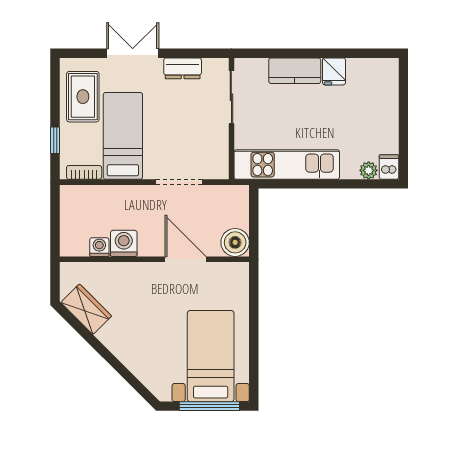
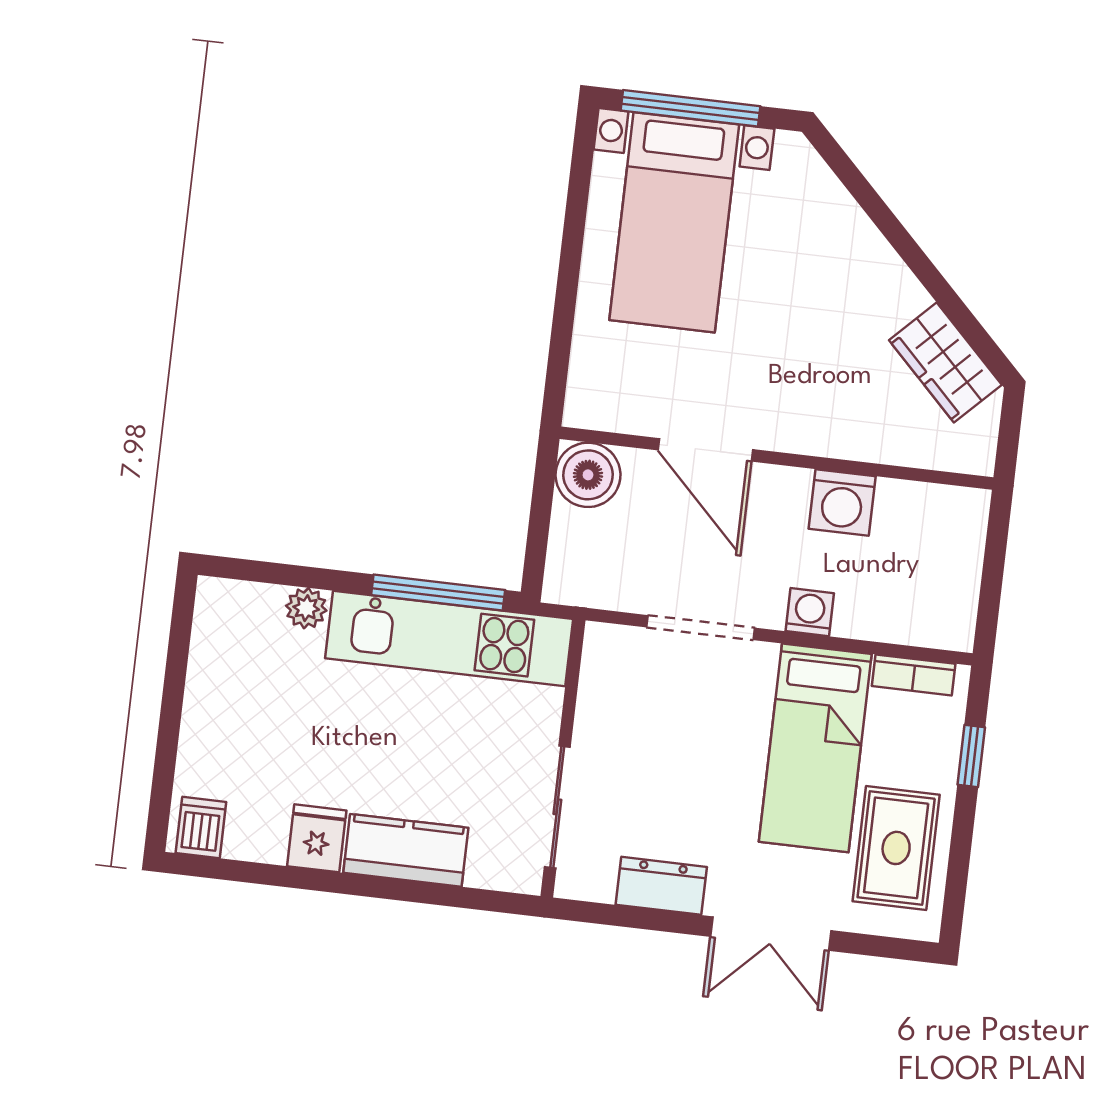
dishwasher: (389, 167) -> (201, 827), moved, turned 180
plant: (369, 170) -> (306, 608), moved
window: (294, 184) -> (438, 592), added
washing machine: (99, 247) -> (810, 612), moved, turned 180

